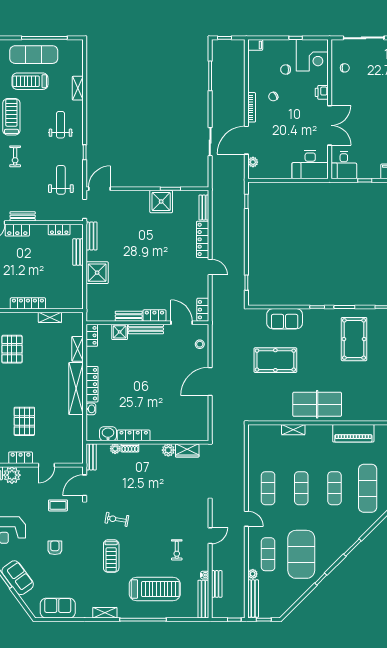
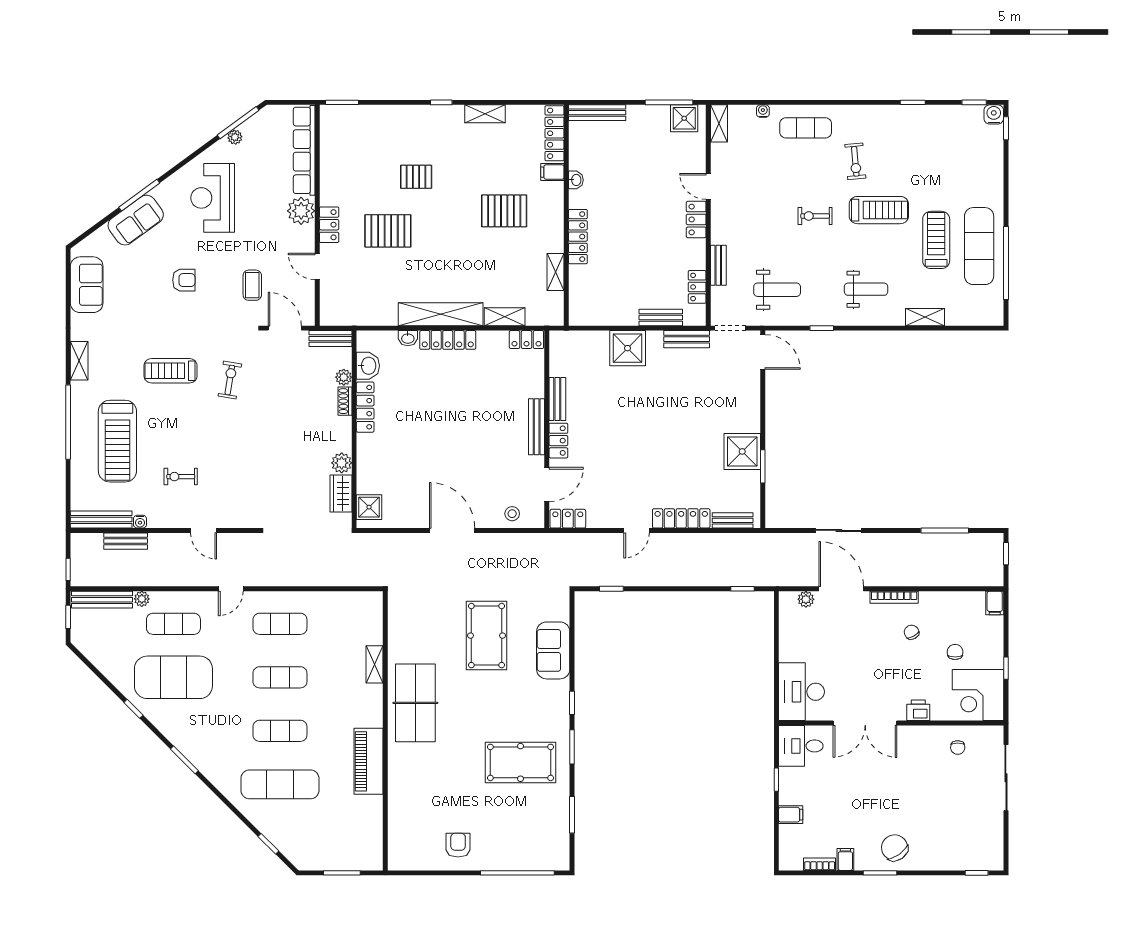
bench: (23, 216) -> (718, 265), moved
shower: (120, 332) -> (369, 507), moved

